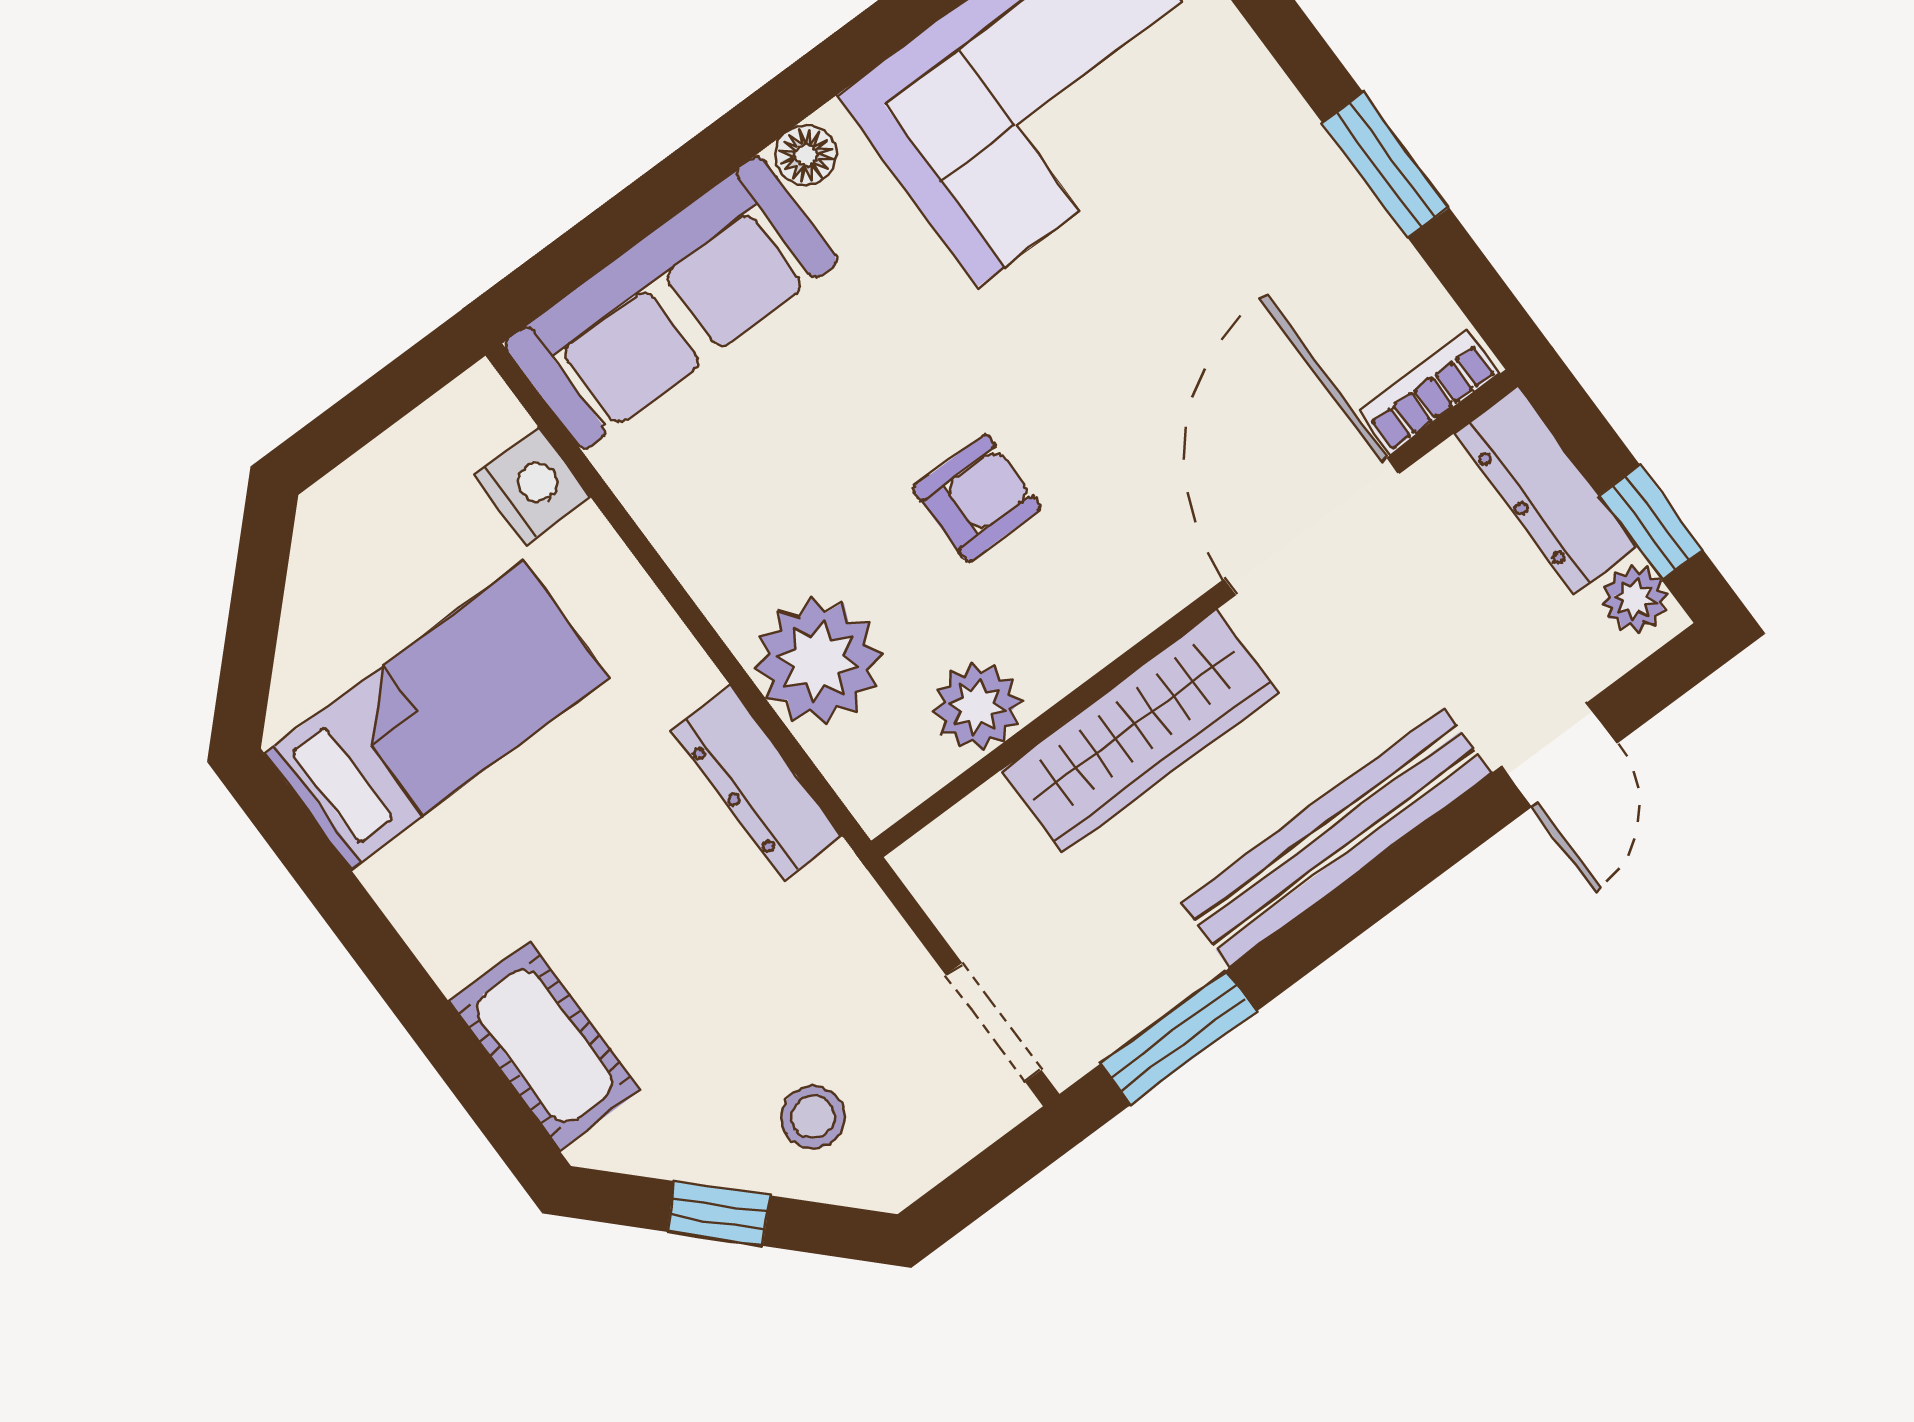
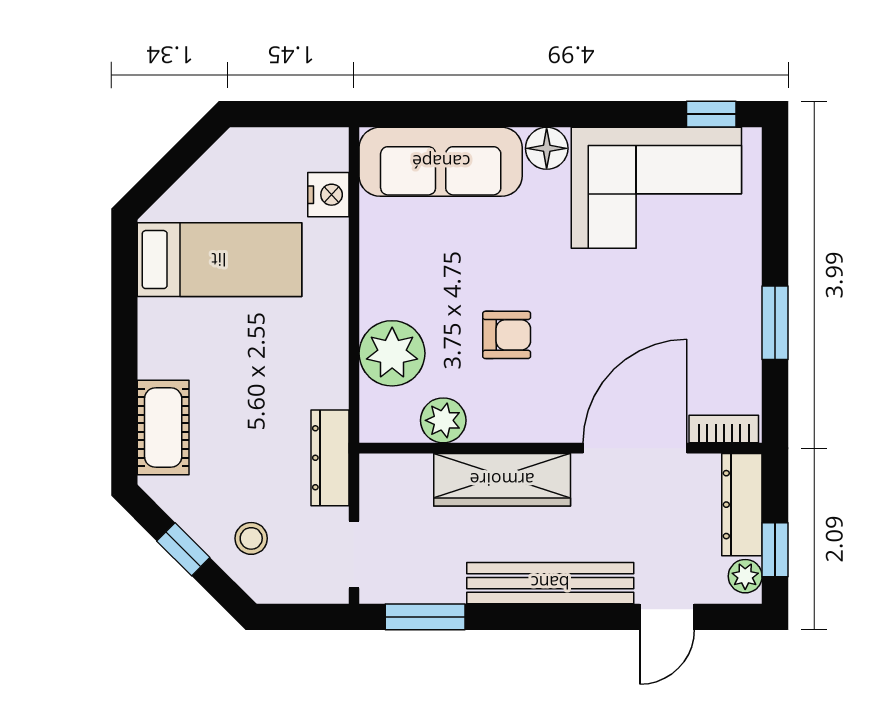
floor lamp: (806, 155) -> (547, 148), width x1.37, depth x1.37
dresser: (757, 783) -> (330, 458), moved

